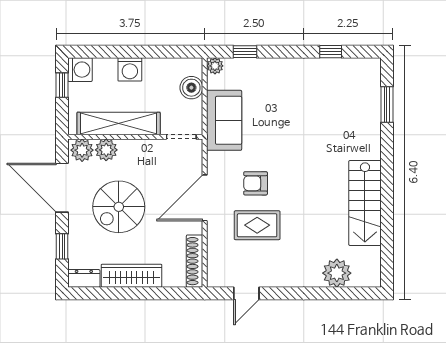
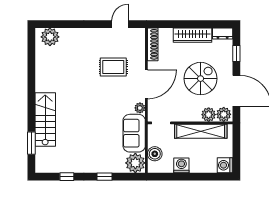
window: (245, 52) -> (105, 177), moved
plant: (215, 66) -> (135, 163), width x1.88, depth x1.88
washing machine: (130, 69) -> (181, 165), moved
window: (62, 85) -> (236, 155), removed
plant: (215, 160) -> (140, 108), added
armchair: (256, 183) -> (114, 93), removed
stairs: (365, 203) -> (45, 120), moved
plant: (337, 273) -> (50, 37), moved

